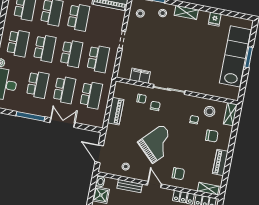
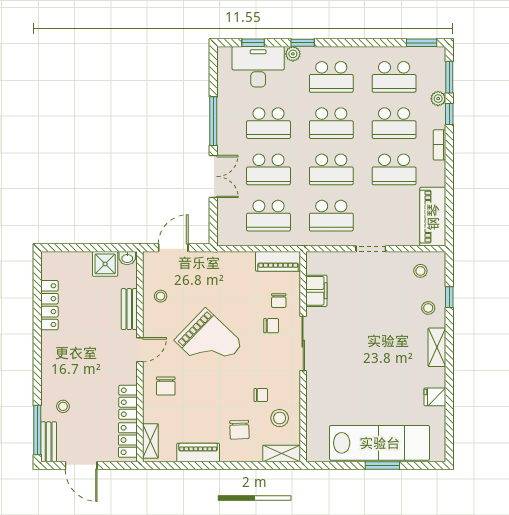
piano: (116, 111) -> (278, 261), moved

